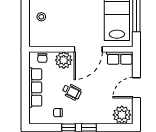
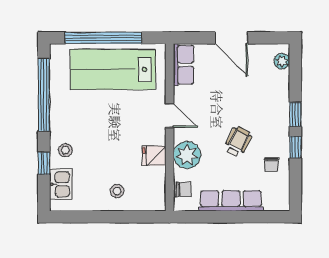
fridge: (63, 40) -> (154, 156), added
door: (88, 49) -> (170, 115), width x0.53
plant: (122, 115) -> (282, 61), width x0.53, depth x0.53

